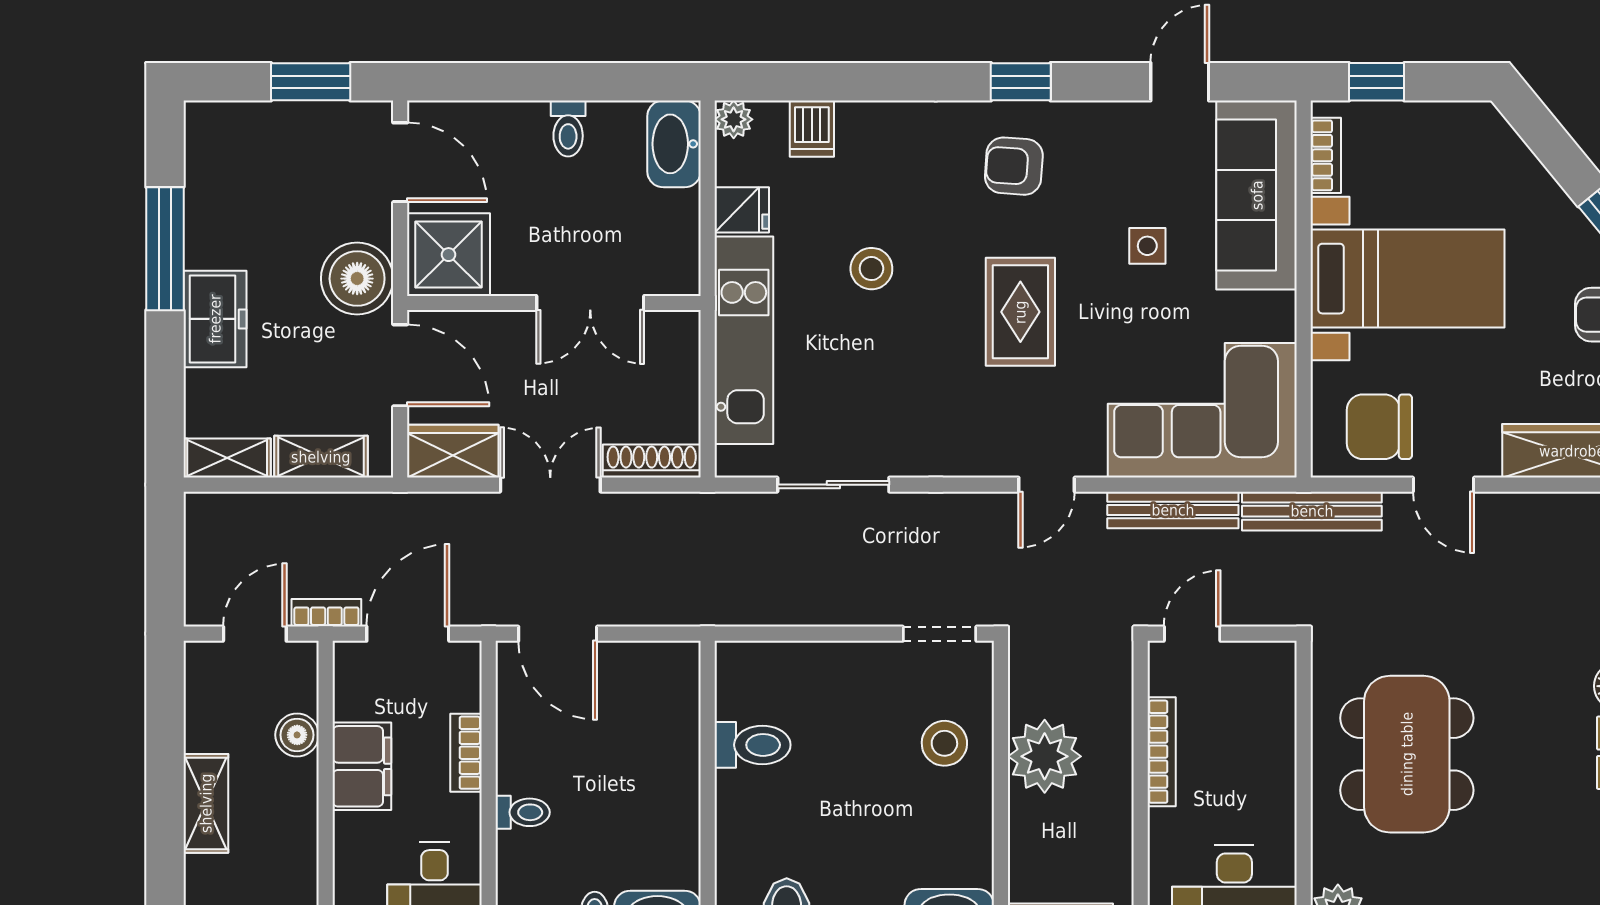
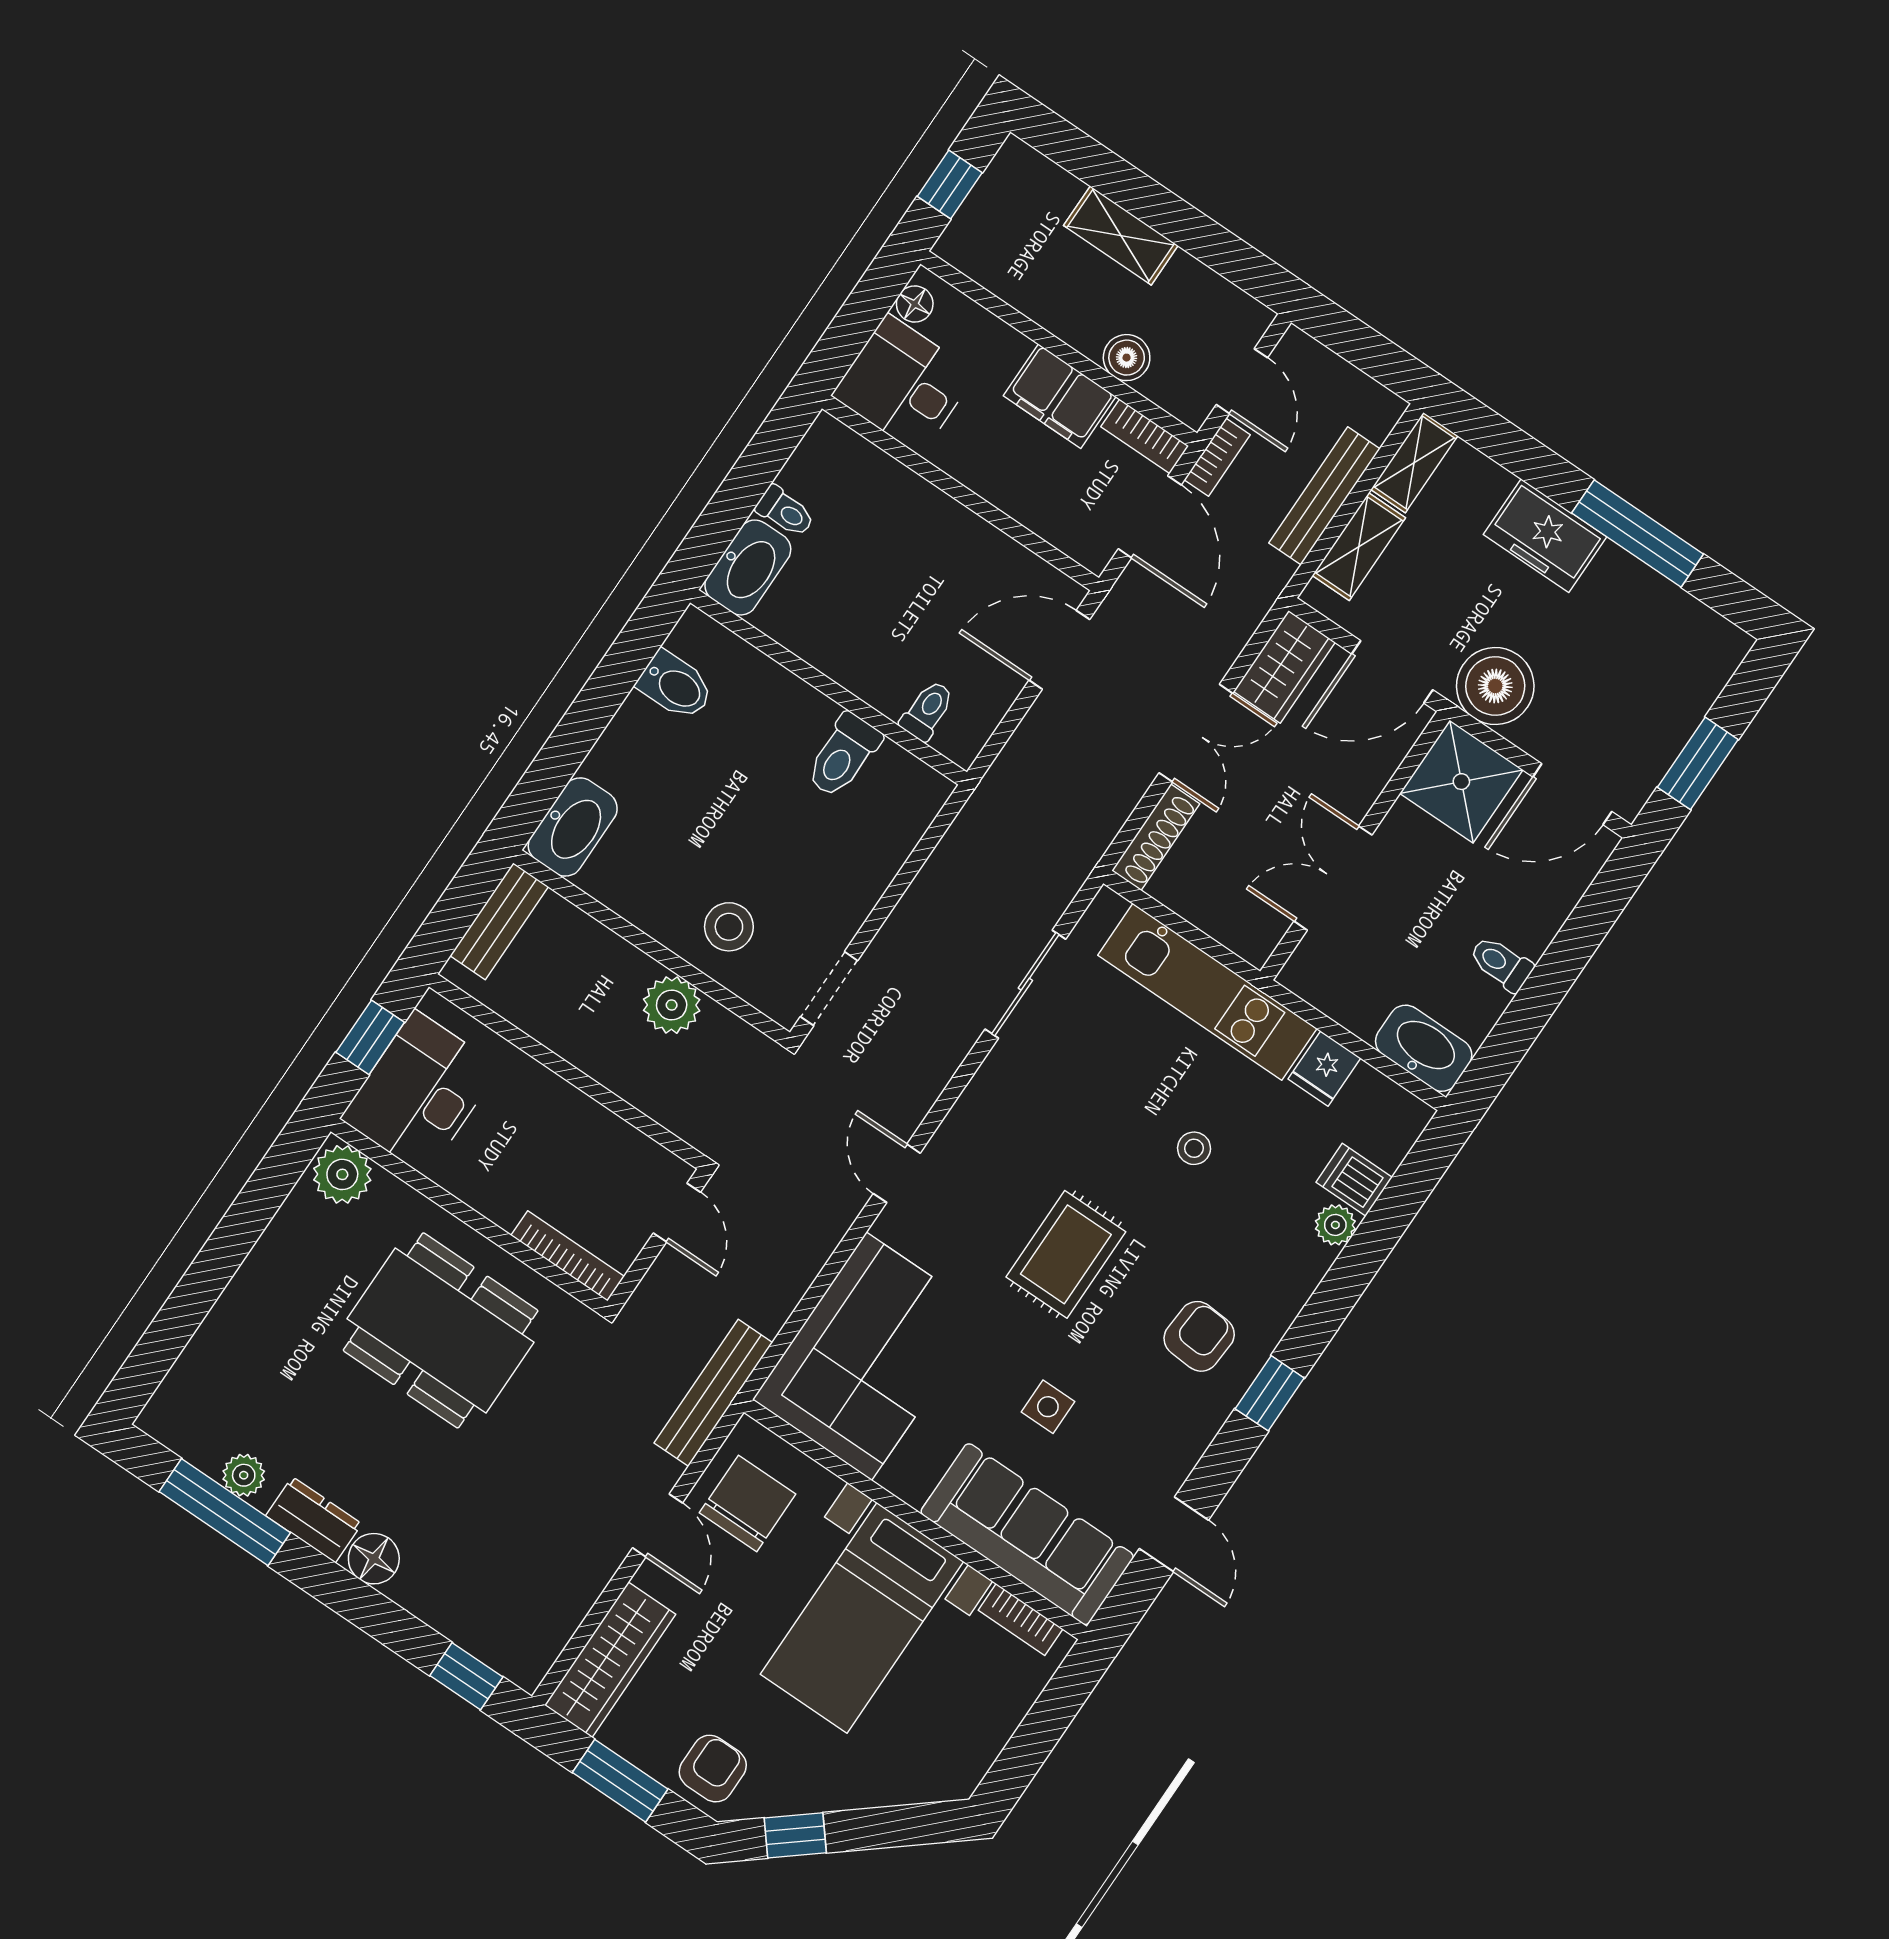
window: (1377, 82) -> (1055, 1709), removed
plant: (734, 119) -> (1335, 1225), moved
stool: (871, 269) -> (1194, 1148), width x0.73, depth x0.73
rug: (1020, 312) -> (1066, 1254), turned 90
door: (1443, 485) -> (657, 1525), swing flipped
bench: (1173, 510) -> (1324, 496), moved
bookcase: (1162, 752) -> (568, 1256), moved, turned 180
bookcase: (466, 753) -> (1145, 436), moved, turned 180
plant: (1045, 756) -> (672, 1005), width x0.73, depth x0.73
toilet: (523, 812) -> (927, 710), moved, turned 180

